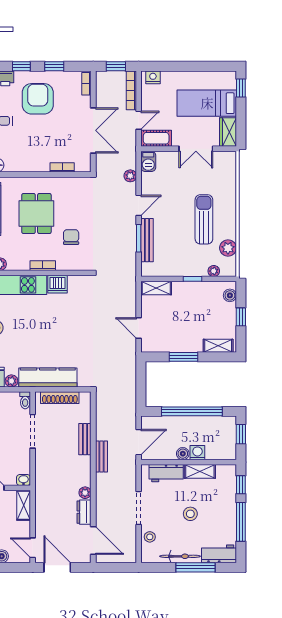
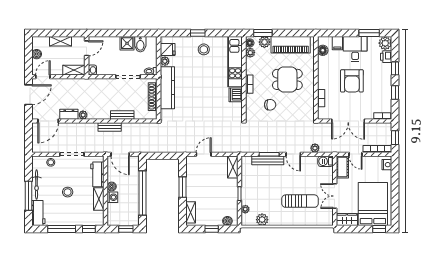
armchair: (38, 99) -> (352, 81), moved, turned 90
bed: (207, 103) -> (373, 204), width x1.50
sun lounger: (204, 219) -> (300, 201), moved

